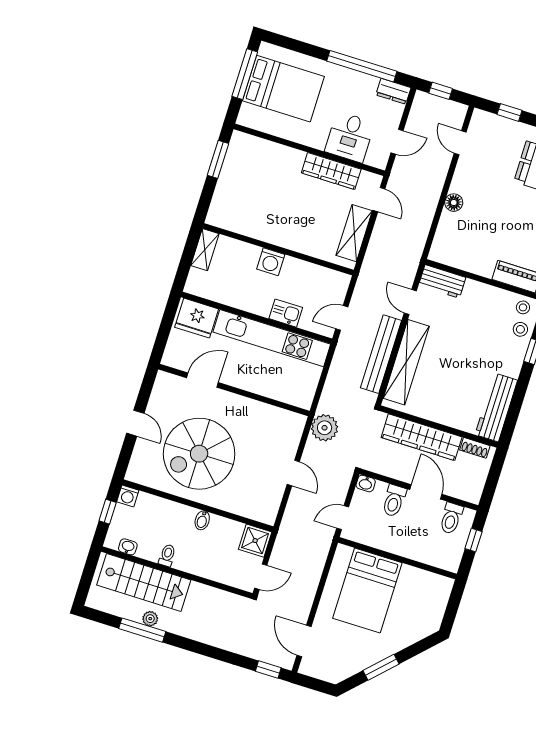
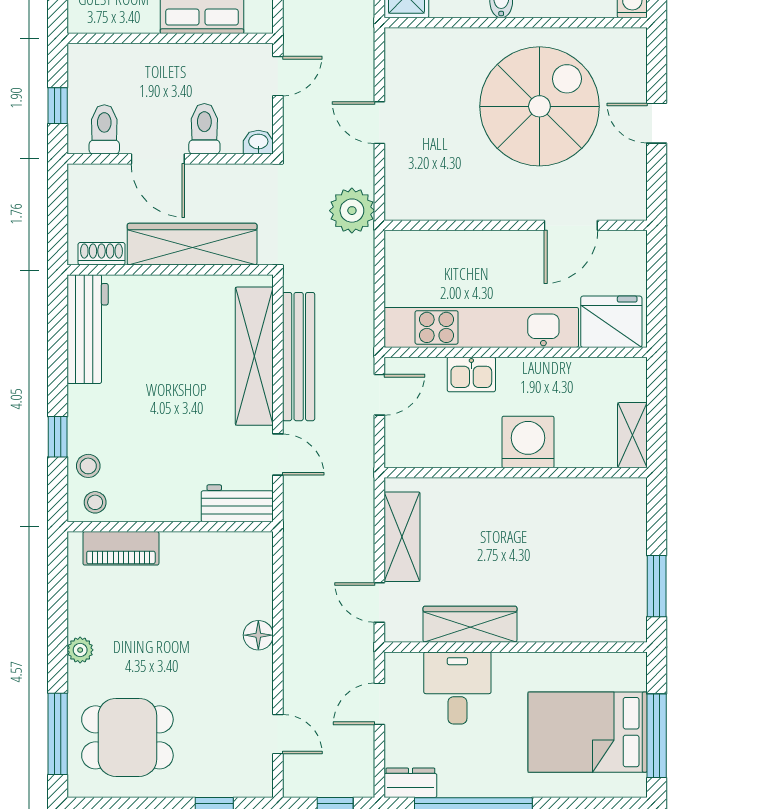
washing machine: (271, 262) -> (528, 442), width x1.37, depth x1.37

